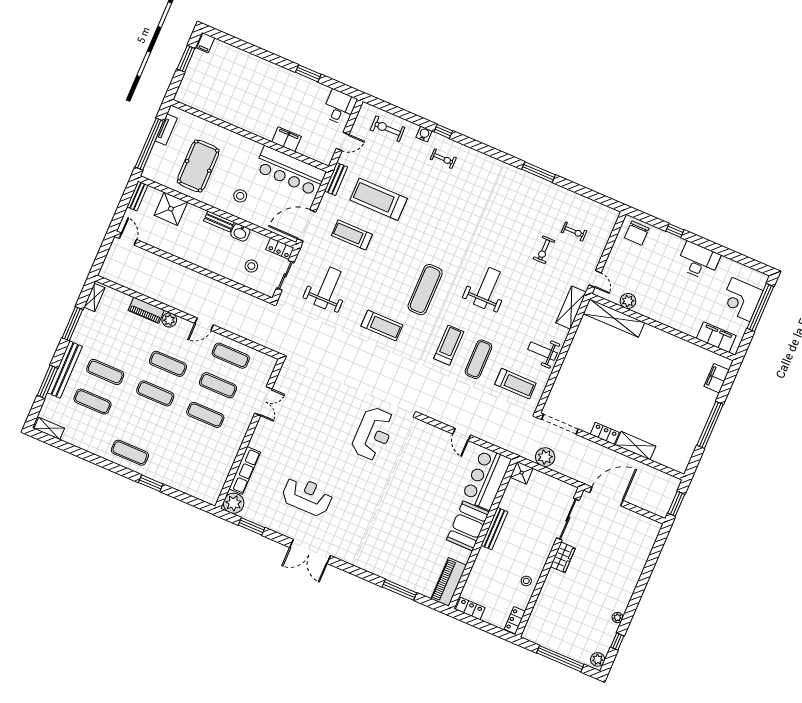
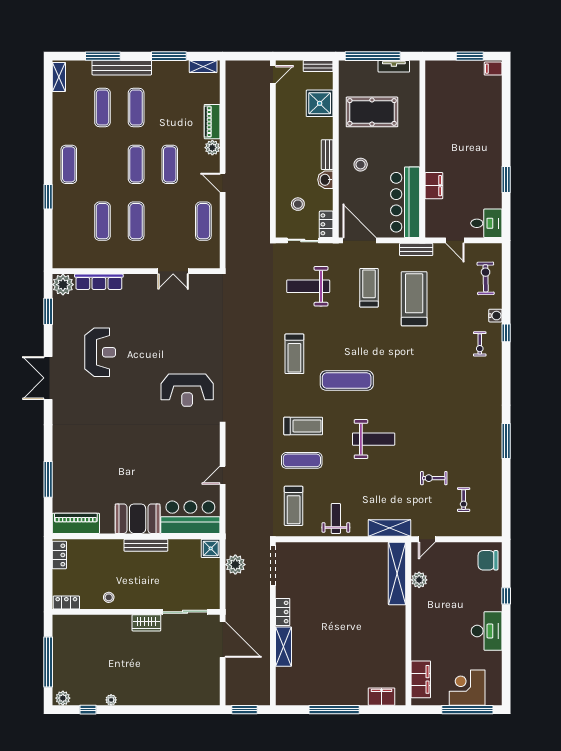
weight bench: (328, 288) -> (308, 286), turned 180
exercise mat: (218, 385) -> (102, 221), moved

